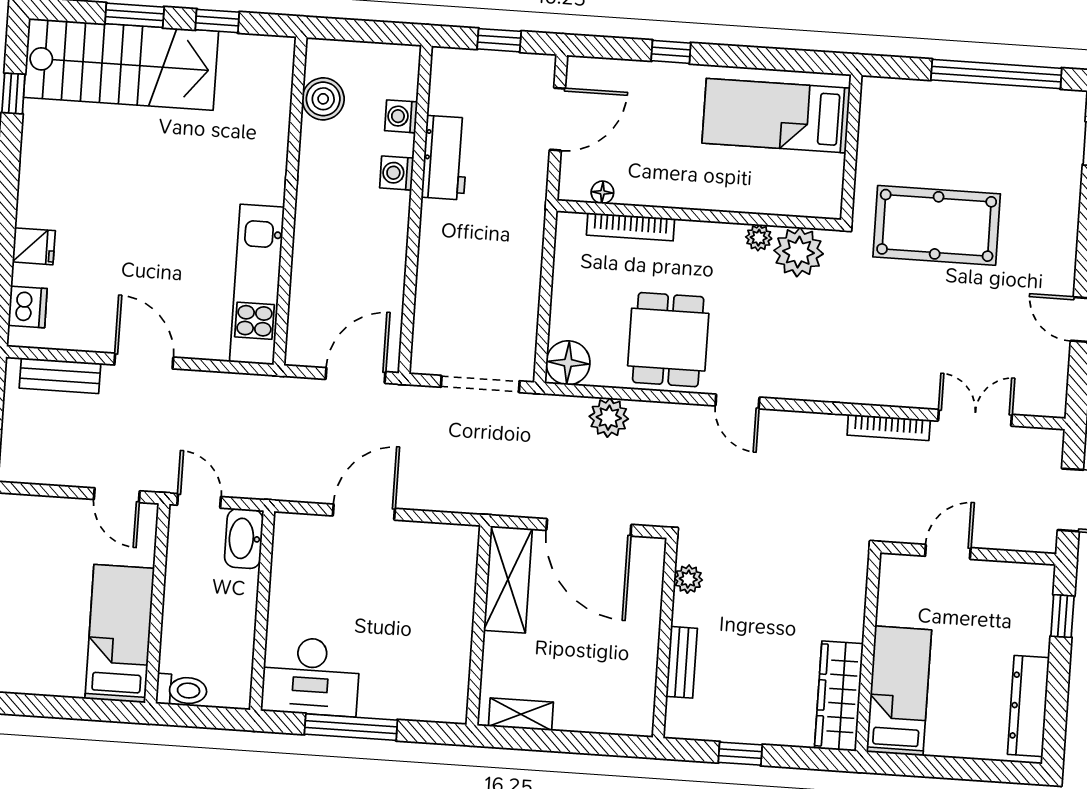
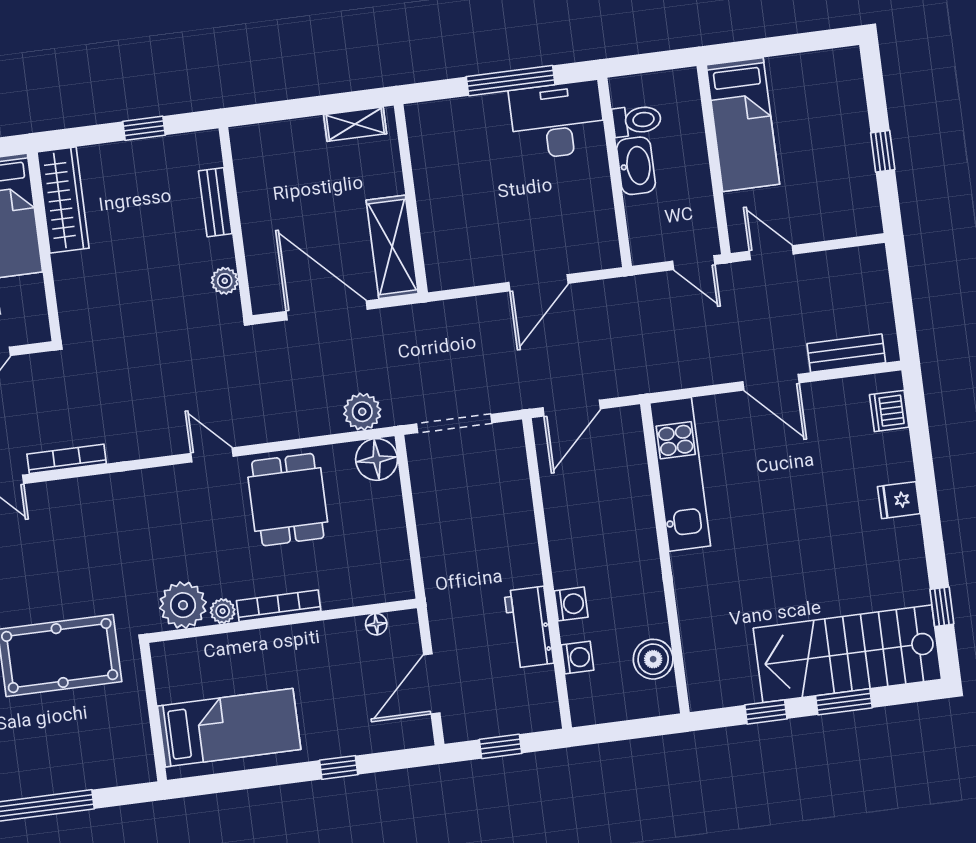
bookcase: (631, 227) -> (279, 606), moved
fridge: (34, 246) -> (899, 500), moved
plant: (609, 418) -> (362, 412), moved
washbasin: (244, 539) -> (636, 166), moved
toilet: (182, 690) -> (637, 120), moved, turned 180

